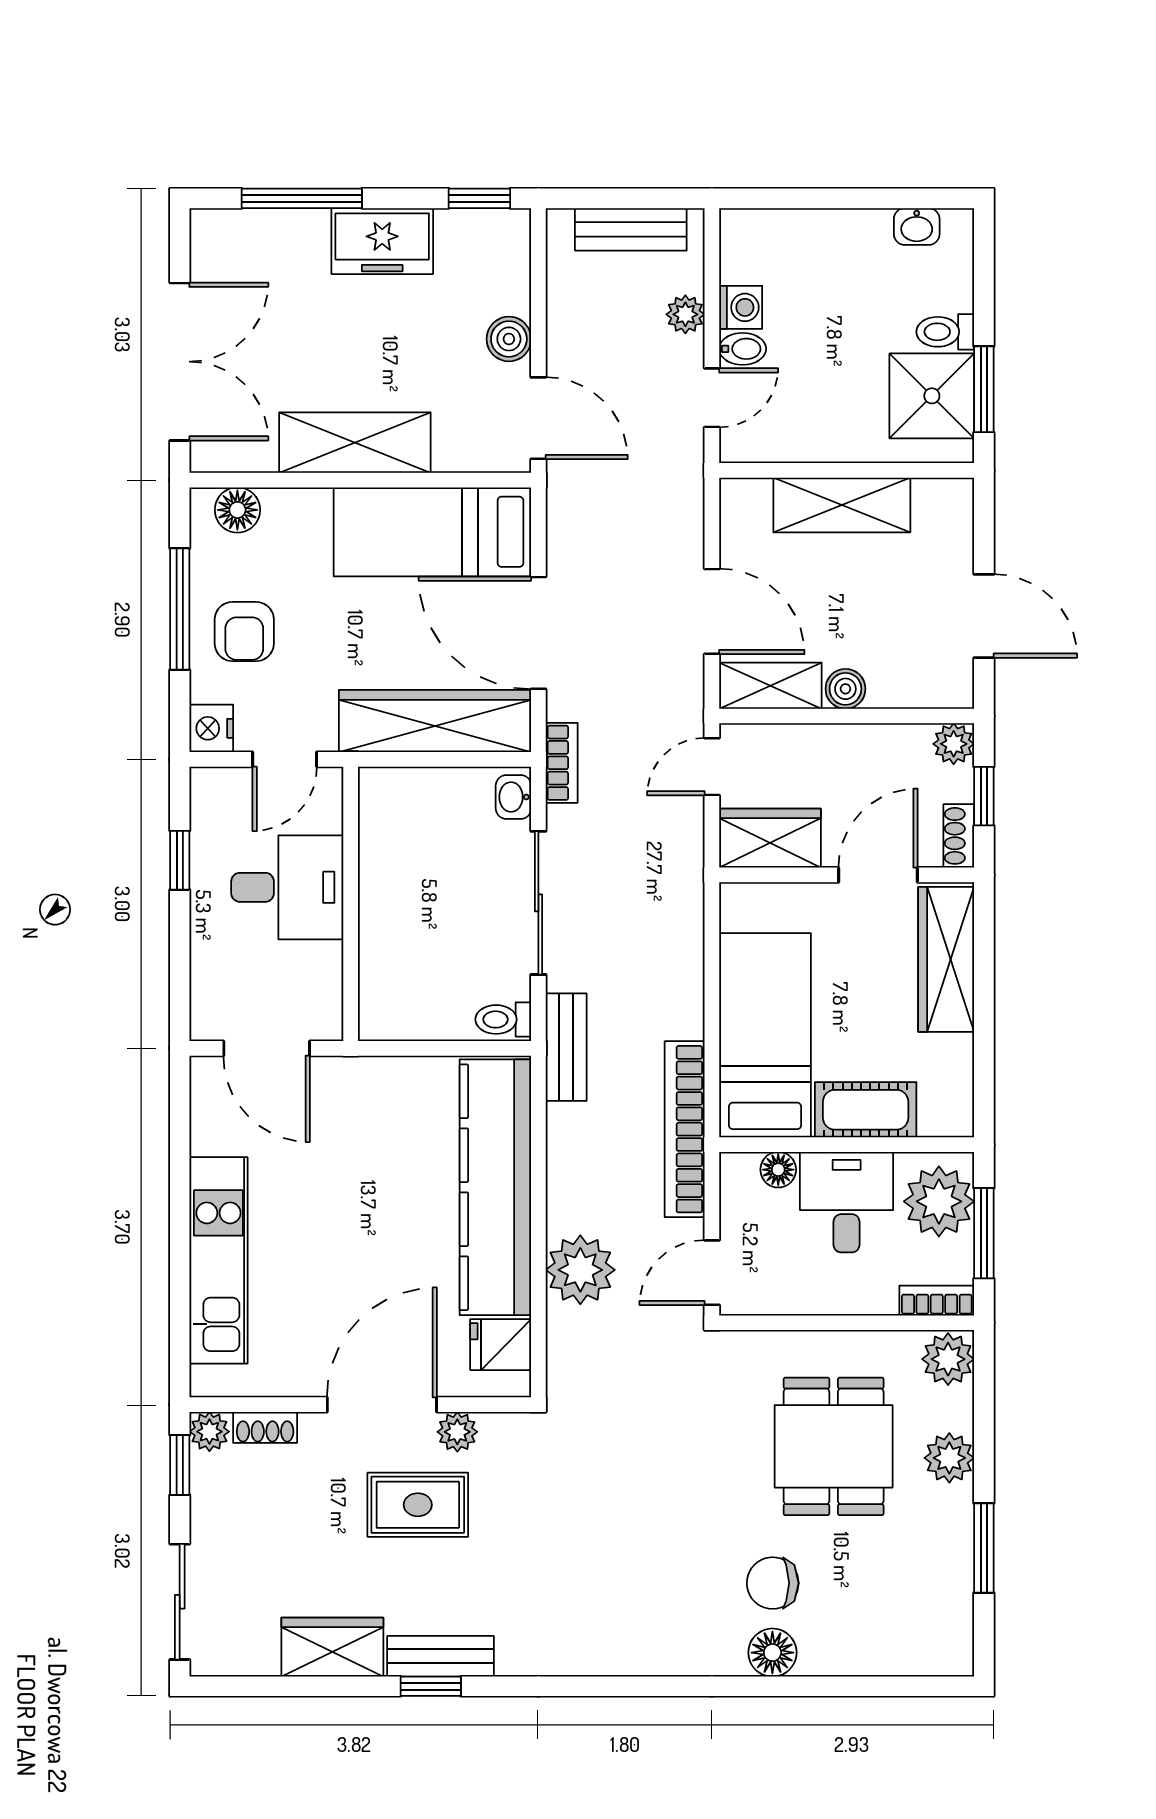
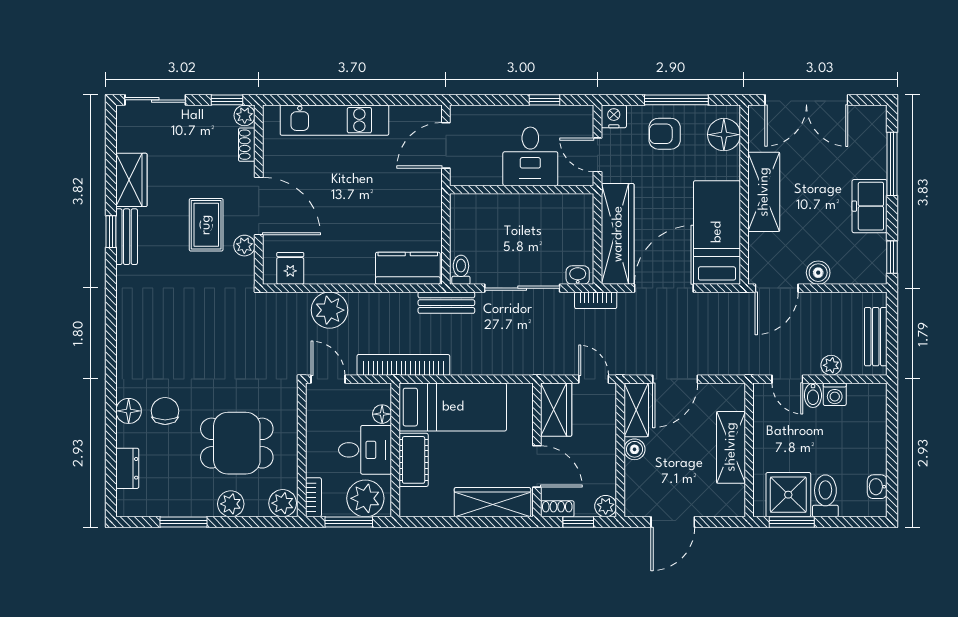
toilet: (945, 332) -> (825, 496), width x1.37, depth x1.39
floor lamp: (237, 510) -> (724, 135), width x1.38, depth x1.38
kitchen counter: (495, 1187) -> (408, 268), width x0.48, depth x0.86
dresser: (882, 1655) -> (127, 468), added

